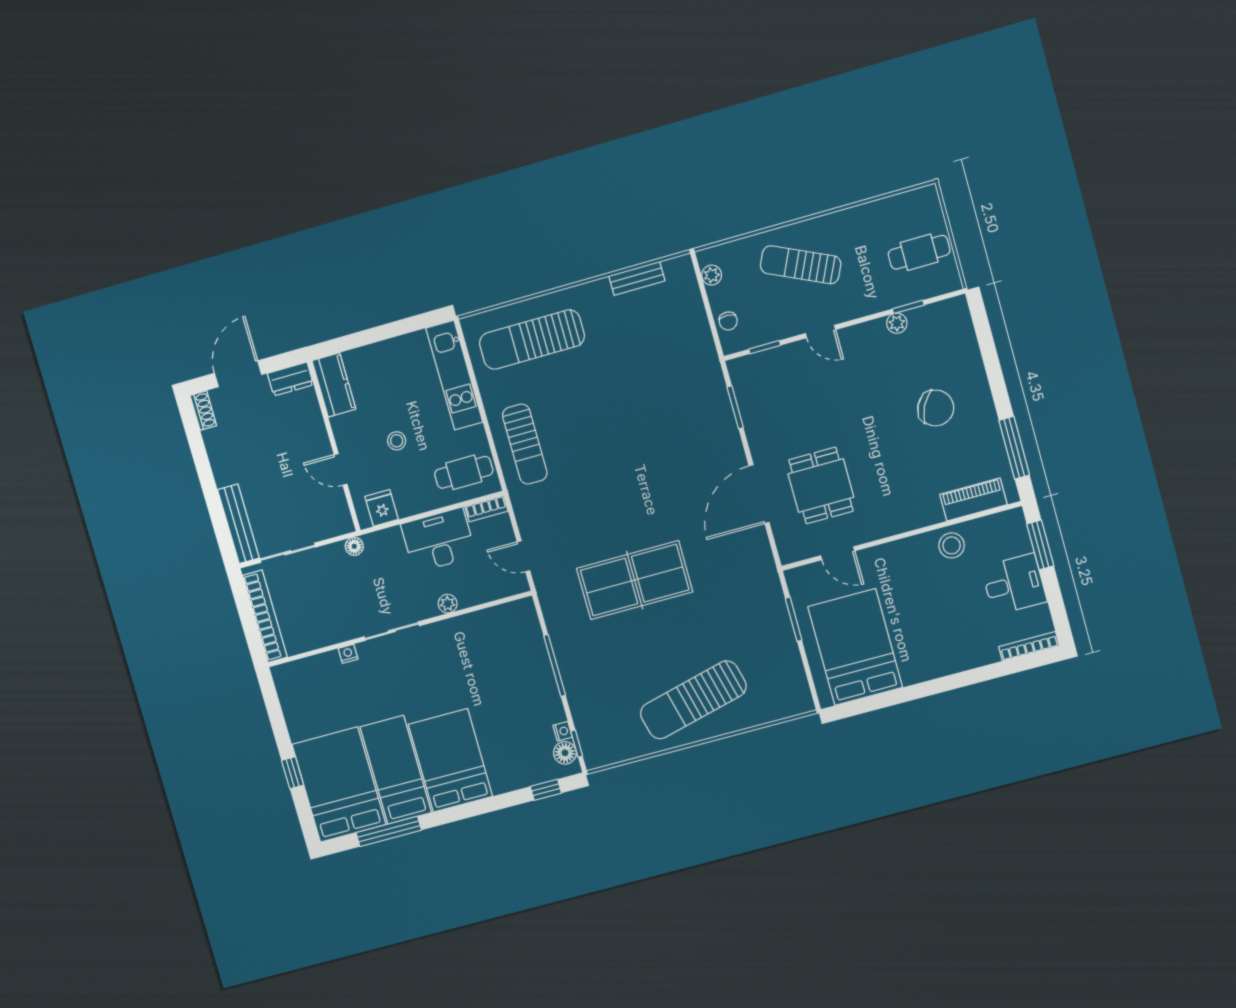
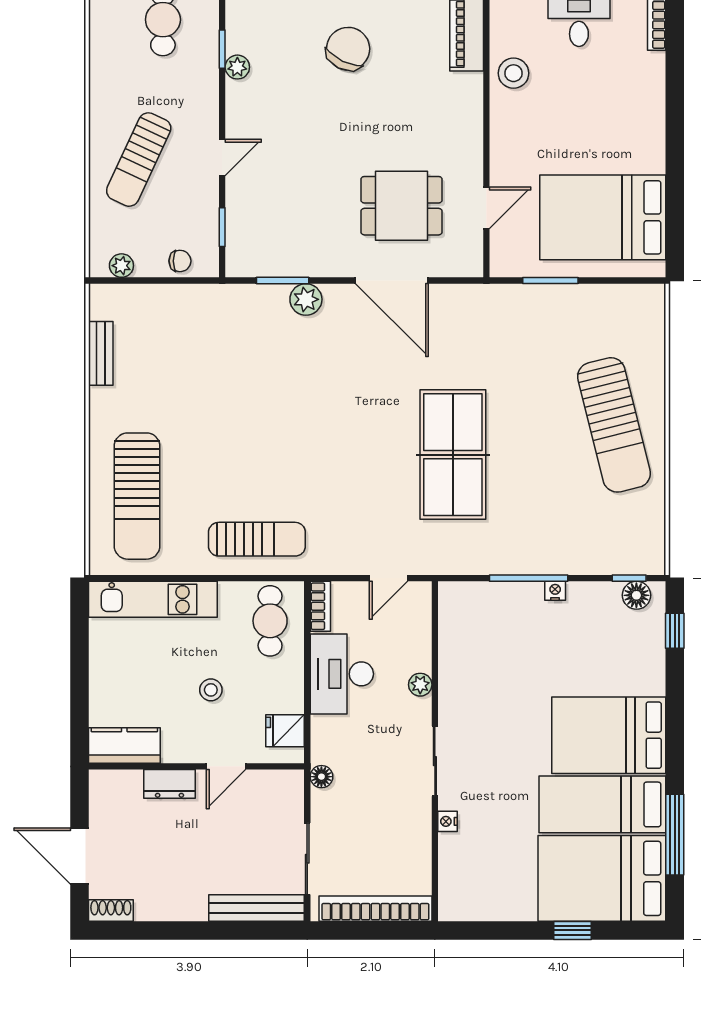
dresser: (290, 379) -> (170, 784), moved, turned 90
plant: (725, 430) -> (306, 299), added
nightstand: (563, 731) -> (555, 591), moved

